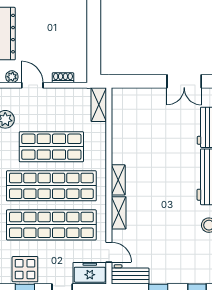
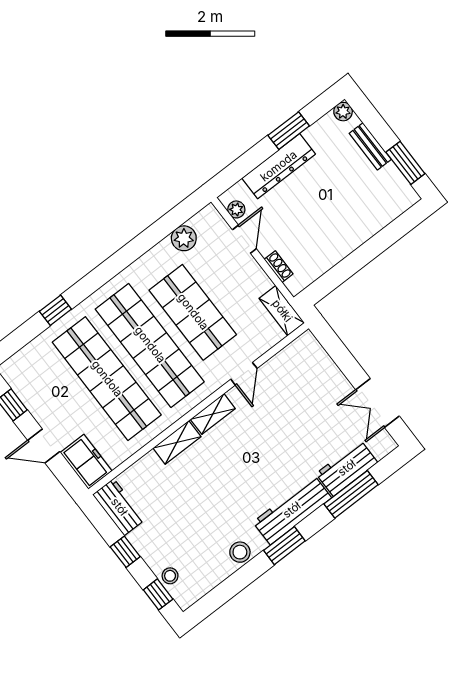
shelving: (99, 105) -> (282, 311), moved, turned 90
door: (109, 252) -> (244, 374), moved
display table: (25, 269) -> (36, 387), removed
stool: (192, 275) -> (170, 576), added

